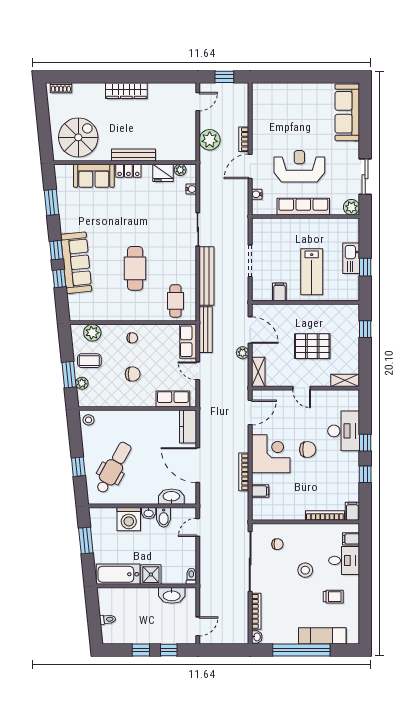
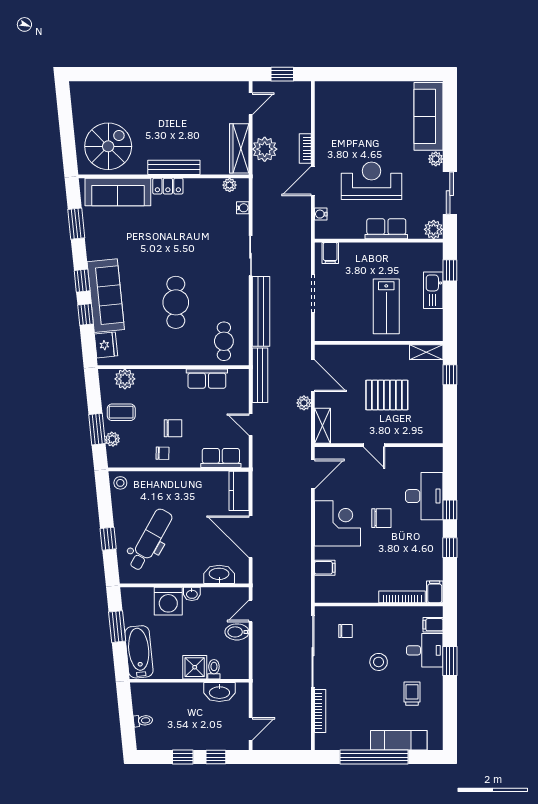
shoe rack: (61, 88) -> (87, 87), removed
wardrobe: (126, 91) -> (239, 148), moved, turned 90
plant: (353, 148) -> (436, 159), added
fridge: (163, 173) -> (106, 345), moved, turned -96
sofa: (94, 176) -> (118, 192), width x1.36
row of seats: (303, 207) -> (386, 229), width x0.68
window: (365, 267) -> (450, 270), moved
filing cabinet: (279, 292) -> (330, 253), moved, turned 180
chair: (132, 338) -> (163, 453), moved
row of seats: (188, 341) -> (207, 379), moved, turned -90
shelving: (345, 380) -> (426, 352), moved
bookcase: (244, 472) -> (305, 545), removed
bidet: (164, 517) -> (237, 632), moved, turned 90
window: (365, 569) -> (450, 661), added
bathtub: (118, 574) -> (139, 652), moved, turned 84
toilet: (191, 576) -> (214, 669), moved
trolley: (333, 597) -> (412, 694), turned -90
washbasin: (257, 637) -> (321, 742), removed

